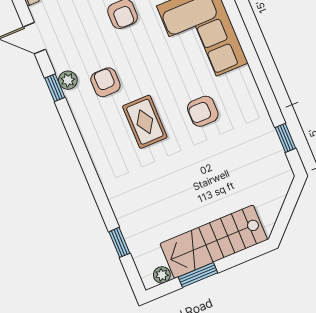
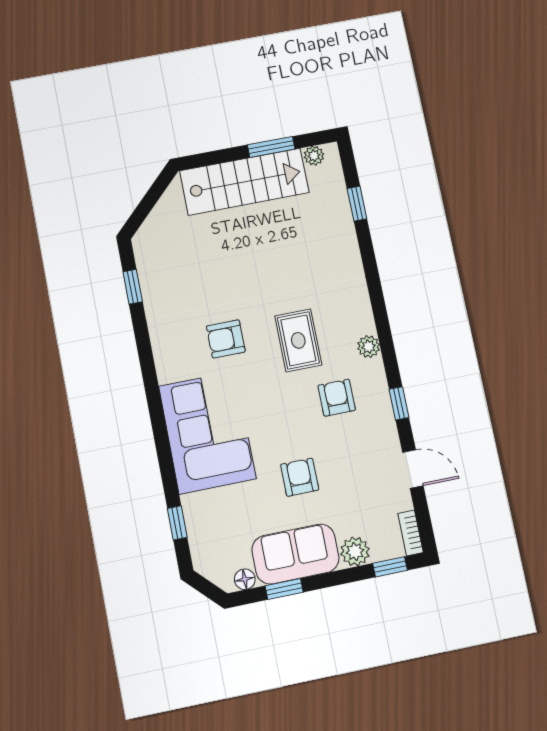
plant: (68, 80) -> (369, 347), moved
armchair: (105, 82) -> (337, 398), turned 180
armchair: (203, 111) -> (226, 339), turned 180

